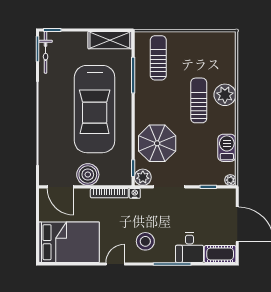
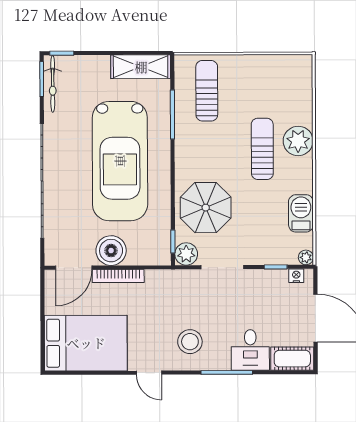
door: (60, 187) -> (74, 268), hinge flipped
bookcase: (109, 193) -> (118, 276), moved
nightstand: (135, 193) -> (296, 276), moved
door: (115, 264) -> (149, 373), swing flipped

